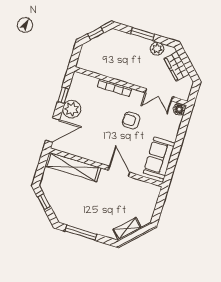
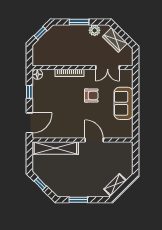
plant: (72, 109) -> (40, 101), removed
floor lamp: (179, 109) -> (37, 74), moved
armchair: (131, 120) -> (91, 96), turned 180
sofa: (159, 158) -> (124, 103), moved
window: (81, 233) -> (78, 200), width x0.69

